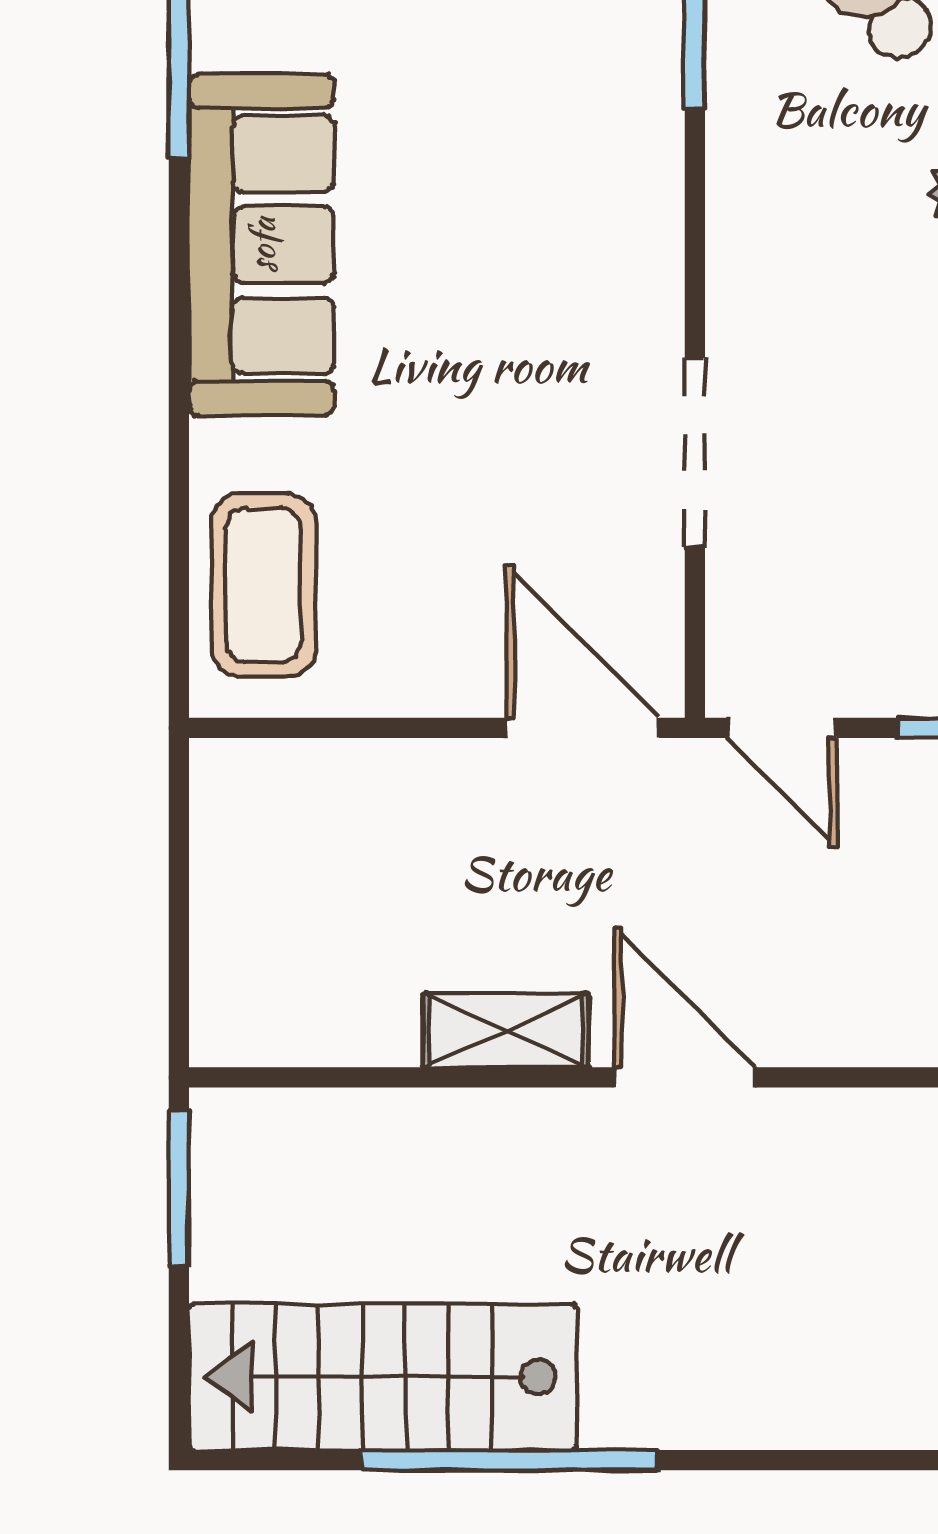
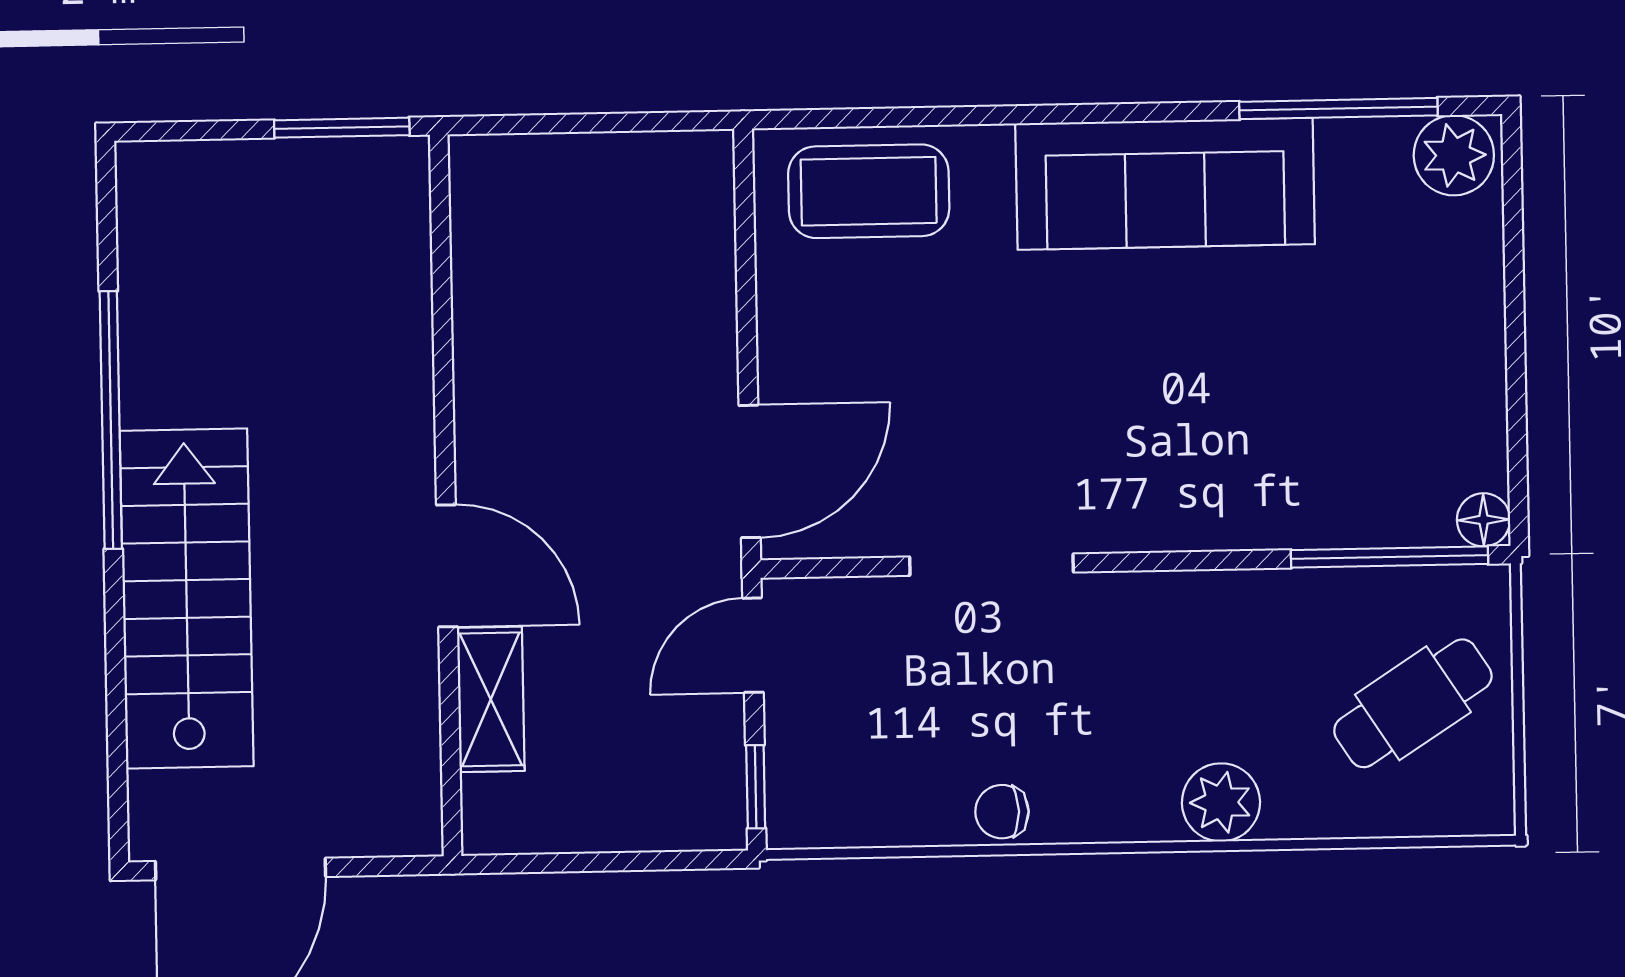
shelving: (506, 1030) -> (491, 699), moved
door: (684, 1077) -> (447, 566), hinge flipped
stairs: (383, 1377) -> (187, 598), moved

